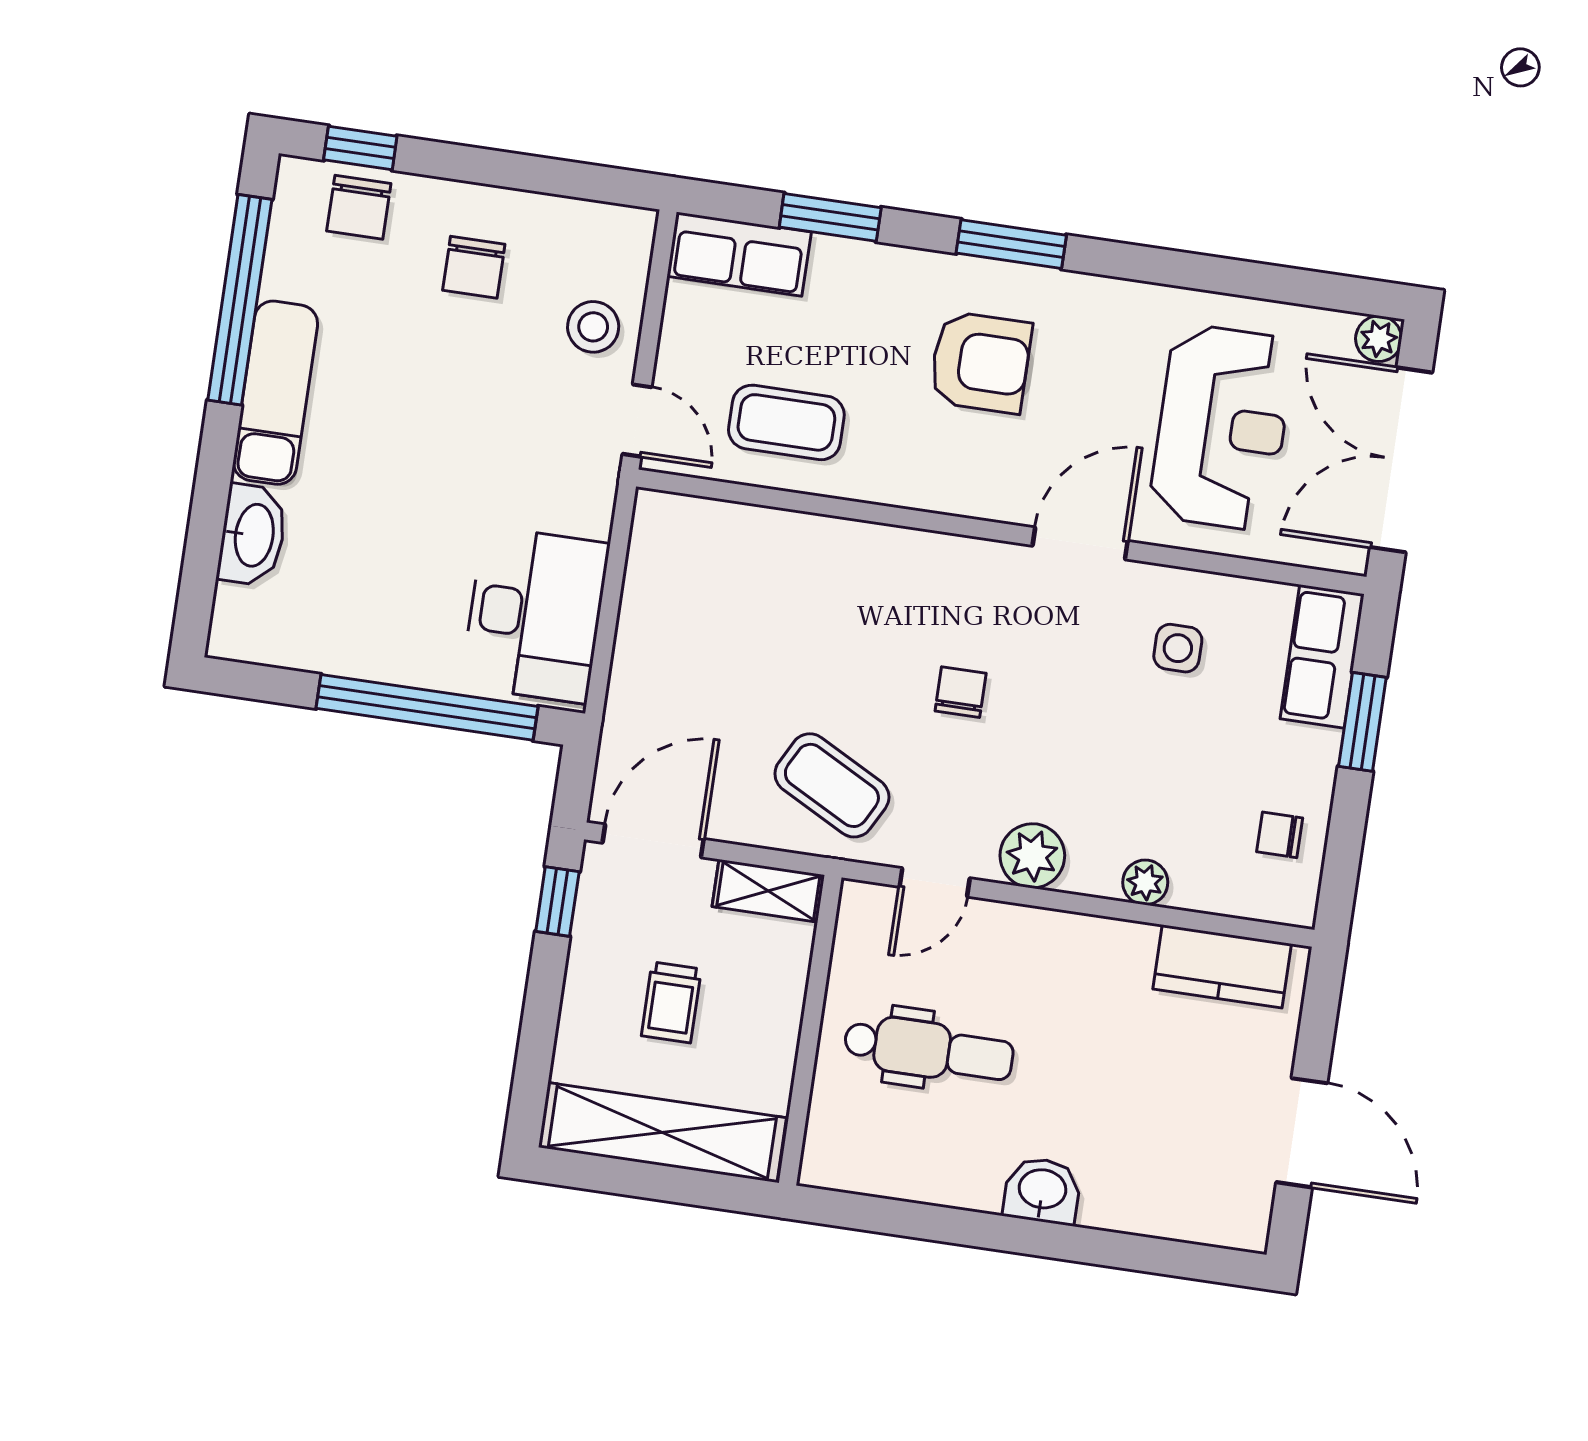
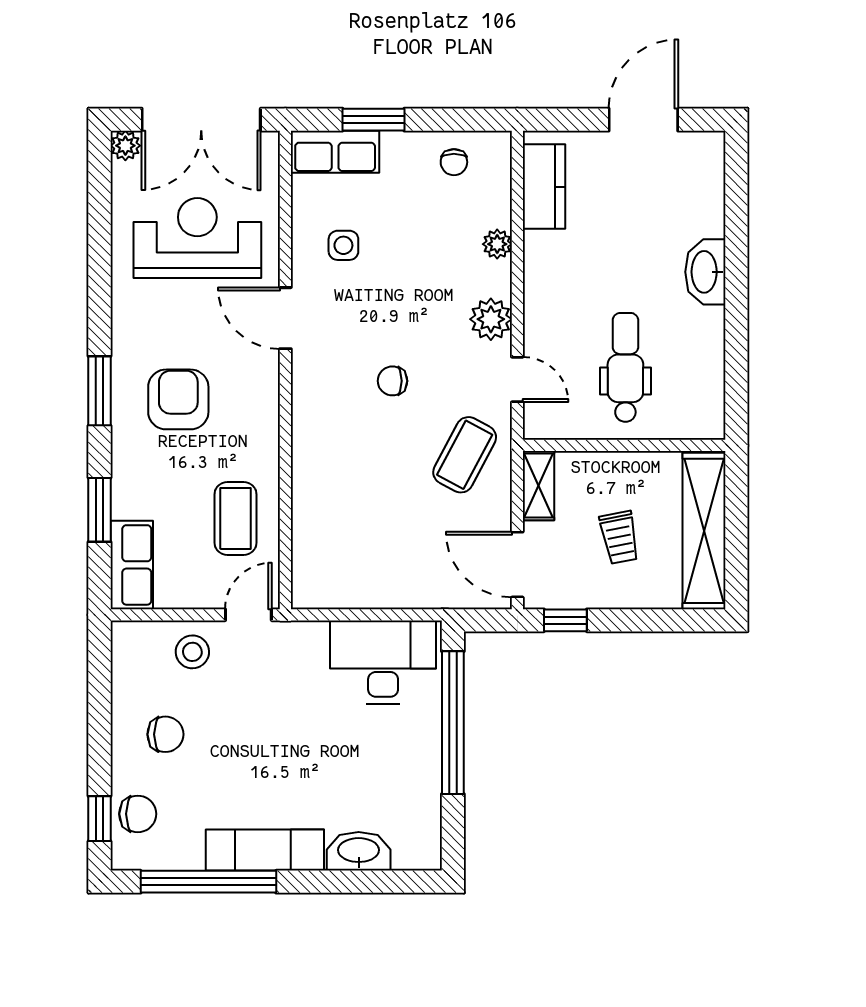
trolley: (671, 1002) -> (619, 537), turned 79
washbasin: (1042, 1191) -> (705, 272), width x1.38

